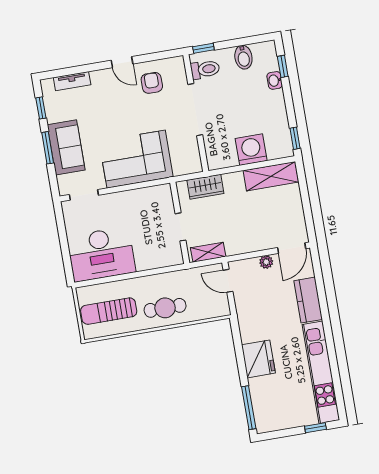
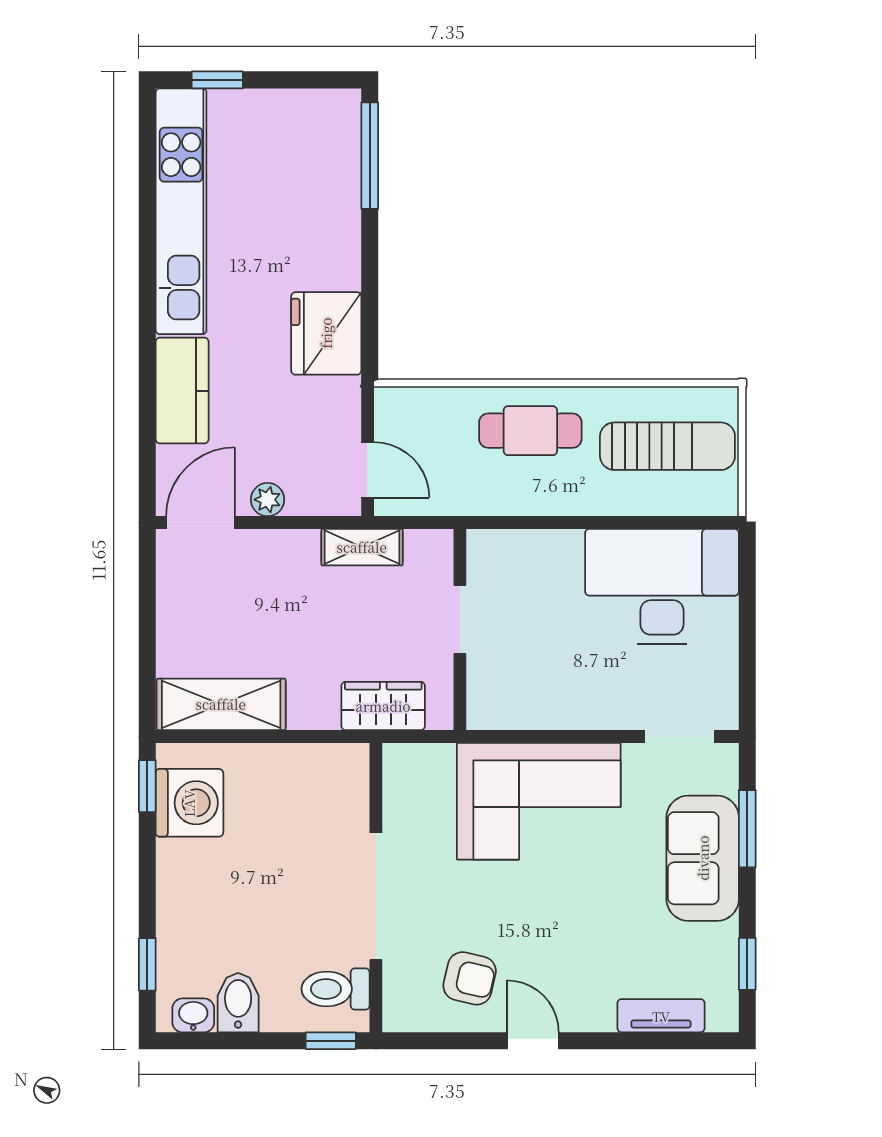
washbasin: (275, 80) -> (193, 1015), moved, turned -90
armchair: (152, 83) -> (470, 978), turned -77
window: (48, 148) -> (747, 829), moved
washing machine: (251, 150) -> (189, 803), moved, turned -90
shelving: (208, 252) -> (362, 547), moved
fridge: (258, 359) -> (326, 333), moved

